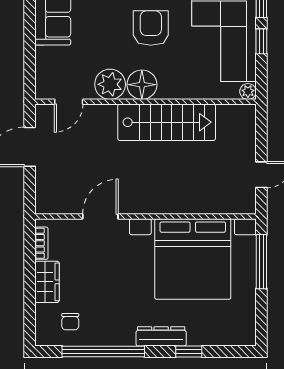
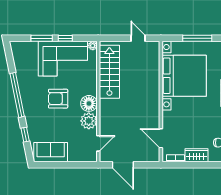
door: (69, 102) -> (98, 143), hinge flipped
stairs: (167, 122) -> (109, 72), moved
door: (100, 216) -> (161, 138), moved
window: (261, 262) -> (197, 38), moved

